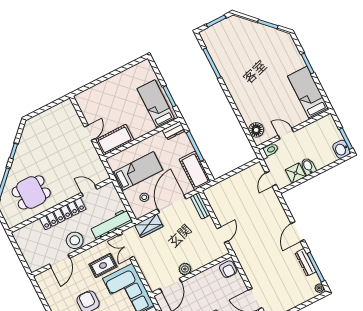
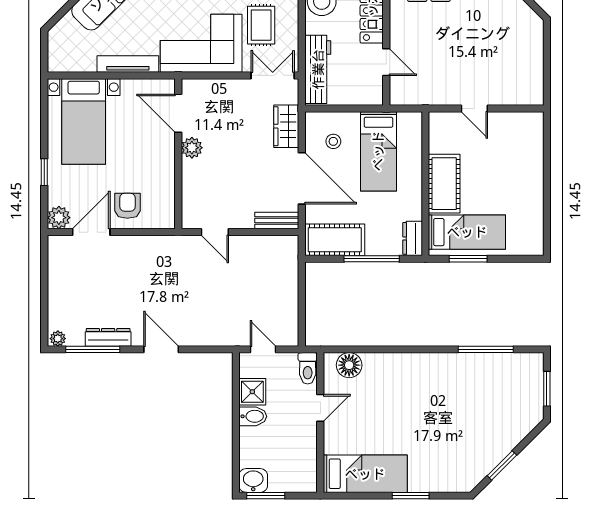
cot: (115, 140) -> (444, 184), moved
door: (89, 191) -> (386, 62), hinge flipped
armchair: (228, 269) -> (127, 206), moved, turned 90

